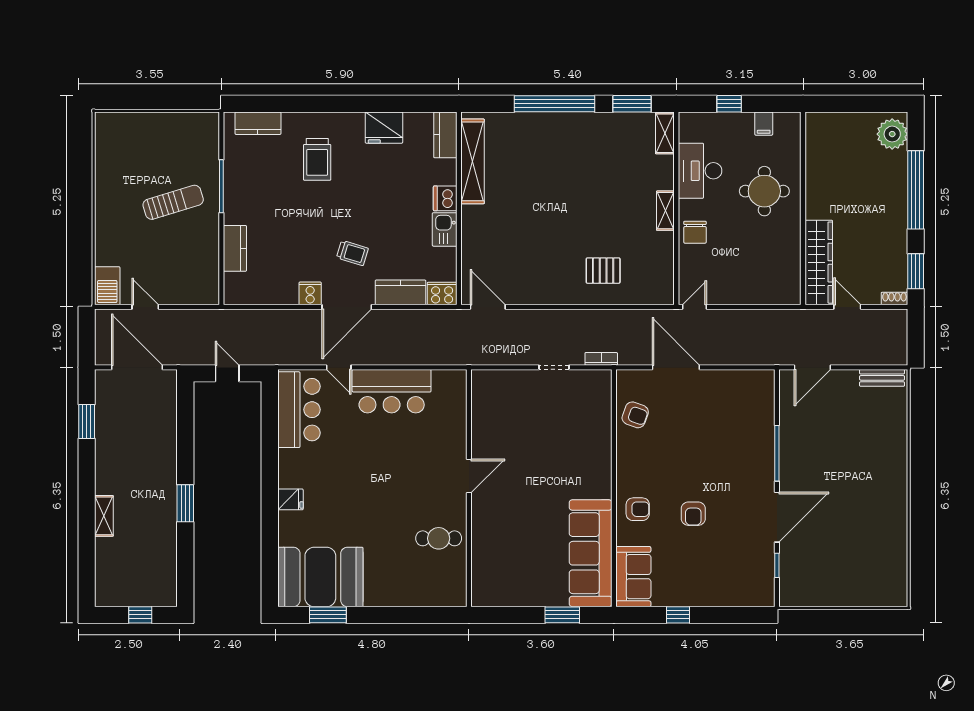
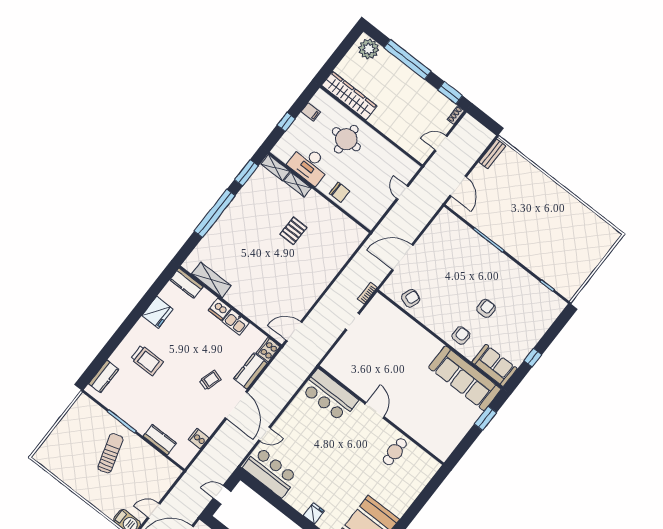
shelving: (473, 161) -> (211, 280), width x0.68
shelving: (665, 211) -> (298, 185), moved
wardrobe: (819, 263) -> (349, 96), moved
pallet: (603, 271) -> (293, 231), moved
cooker: (310, 293) -> (199, 439), moved
door: (695, 307) -> (402, 193), moved
bar counter: (392, 391) -> (330, 395), moved, turned 90
armchair: (693, 514) -> (486, 308), turned -90
door: (777, 517) -> (522, 266), removed

